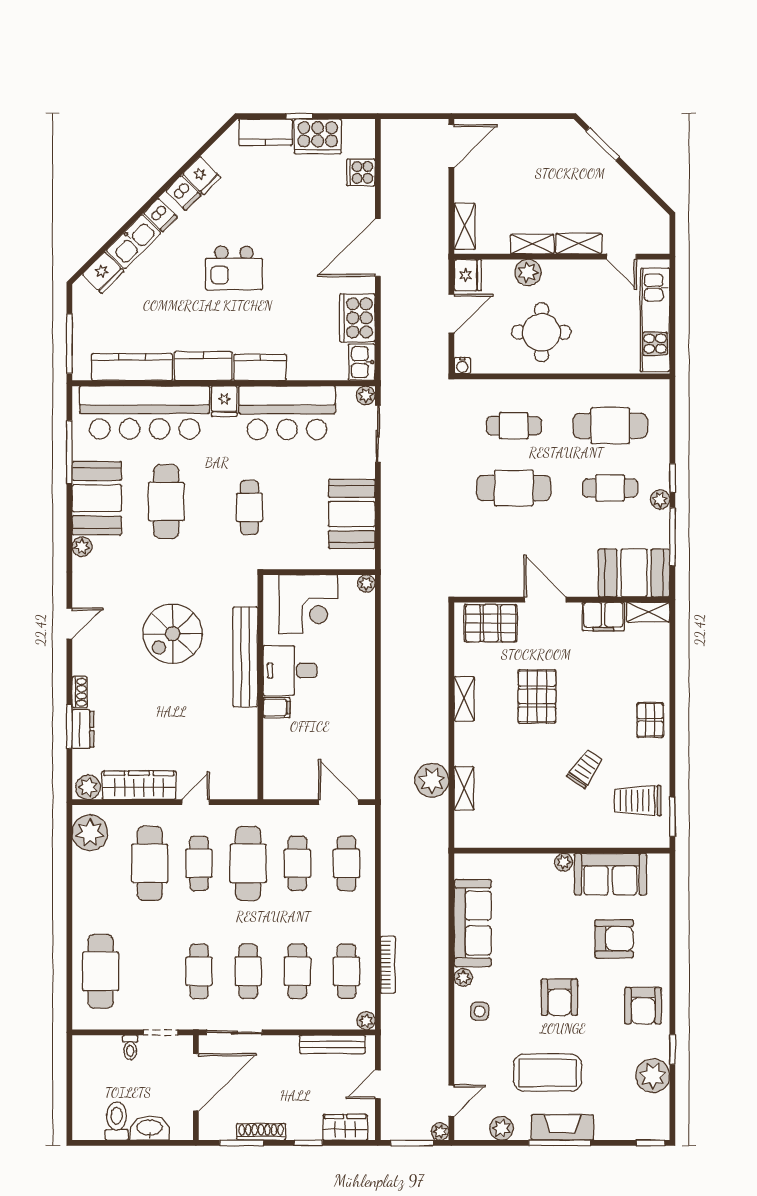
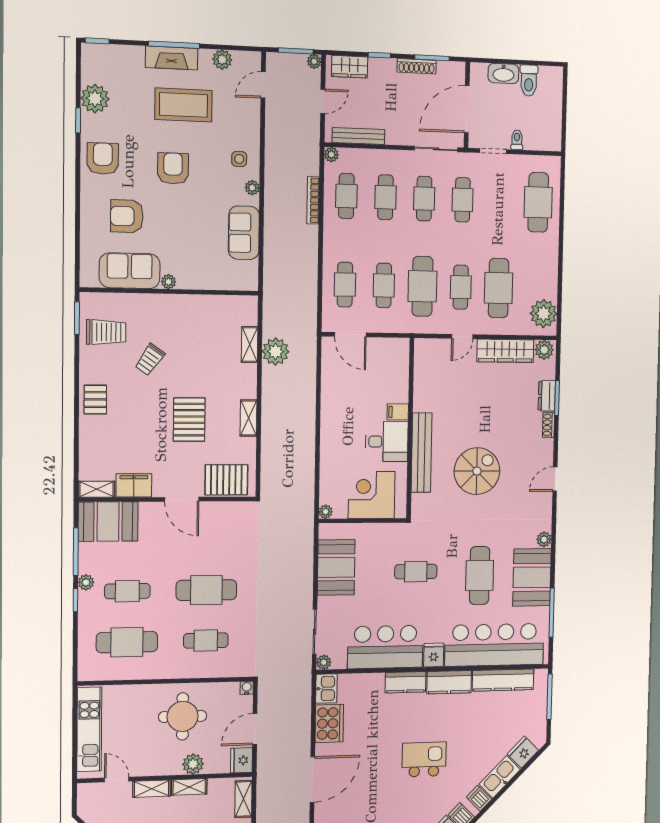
cafe table: (249, 507) -> (416, 572), turned 90
sofa: (473, 923) -> (244, 233), width x0.73
plant: (440, 1132) -> (314, 61), moved

